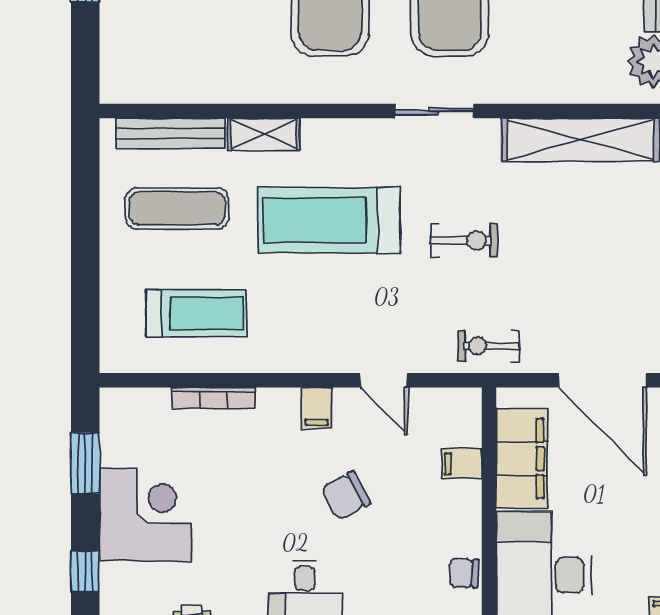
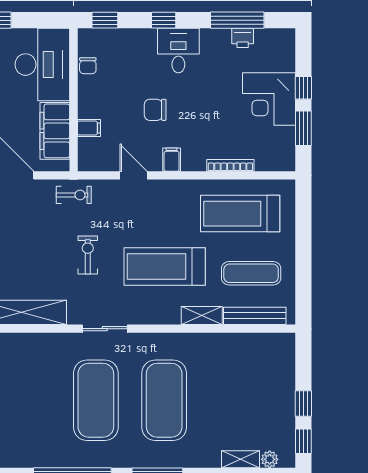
treadmill: (329, 220) -> (165, 267), turned 180
exercise bike: (464, 240) -> (88, 255), turned 90
treadmill: (196, 313) -> (240, 214), width x1.37, depth x1.38
chair: (345, 496) -> (155, 110), turned -152
window: (85, 571) -> (303, 88), moved
chair: (464, 573) -> (88, 66), turned 88

